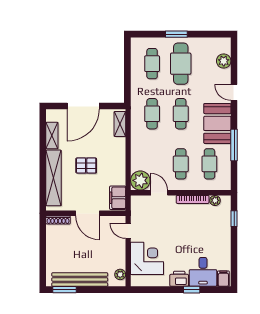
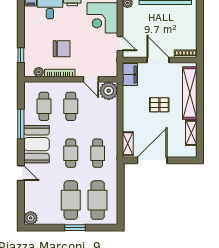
plant: (224, 61) -> (31, 218), moved
cafe table: (152, 64) -> (98, 200), width x1.37, depth x1.35
door: (83, 106) -> (152, 160), moved
chair: (190, 225) -> (62, 49), added

